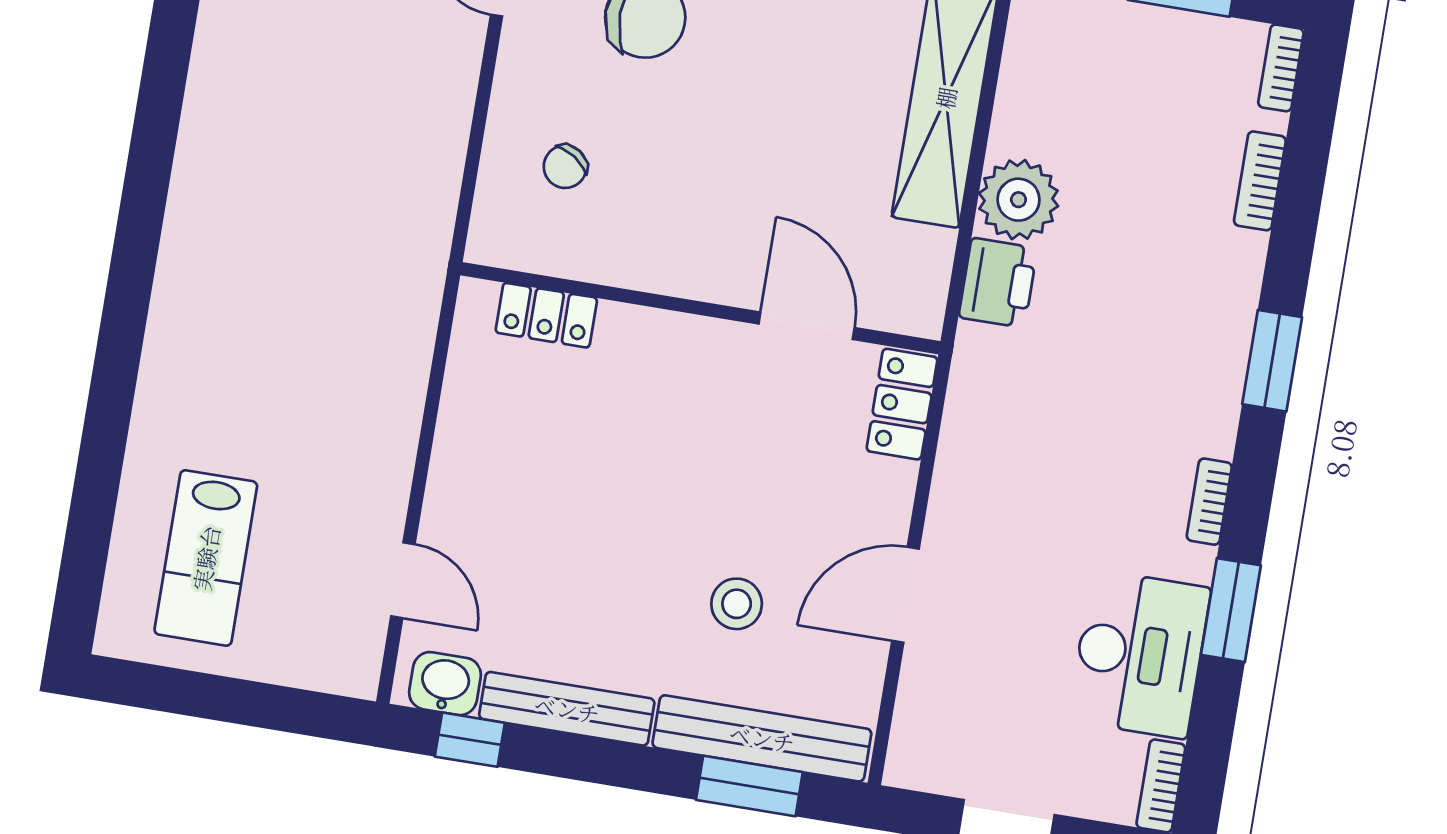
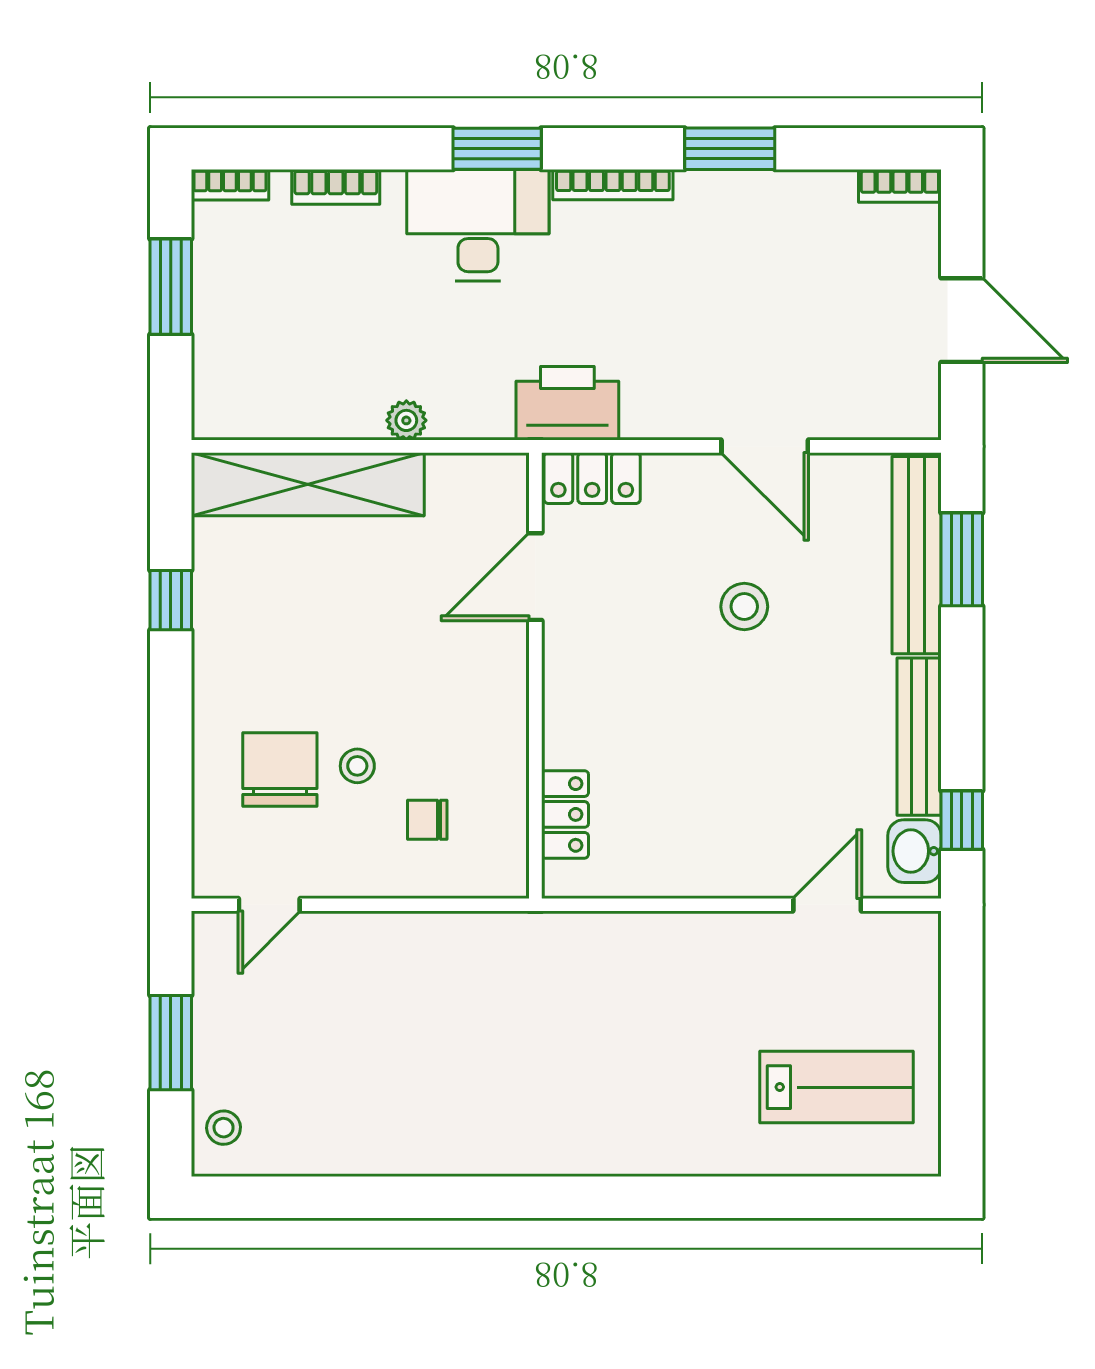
stool: (635, 101) -> (357, 766), added
chair: (565, 167) -> (427, 820), turned 146
plant: (1018, 200) -> (406, 420), width x0.53, depth x0.53
printer: (998, 283) -> (567, 403), moved, width x1.37, depth x1.19
bookcase: (1209, 502) -> (613, 185), width x1.56
stool: (737, 604) -> (744, 607), moved
desk: (1139, 654) -> (478, 225), moved

